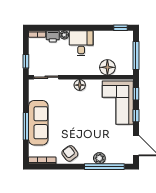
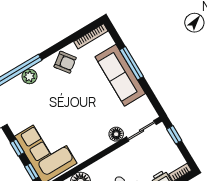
floor lamp: (80, 85) -> (116, 134), moved

